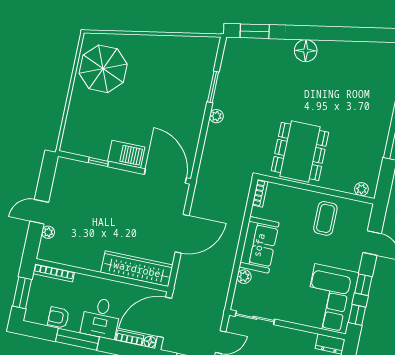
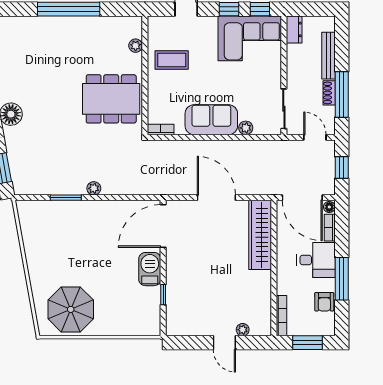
plant: (361, 189) -> (136, 46), moved

